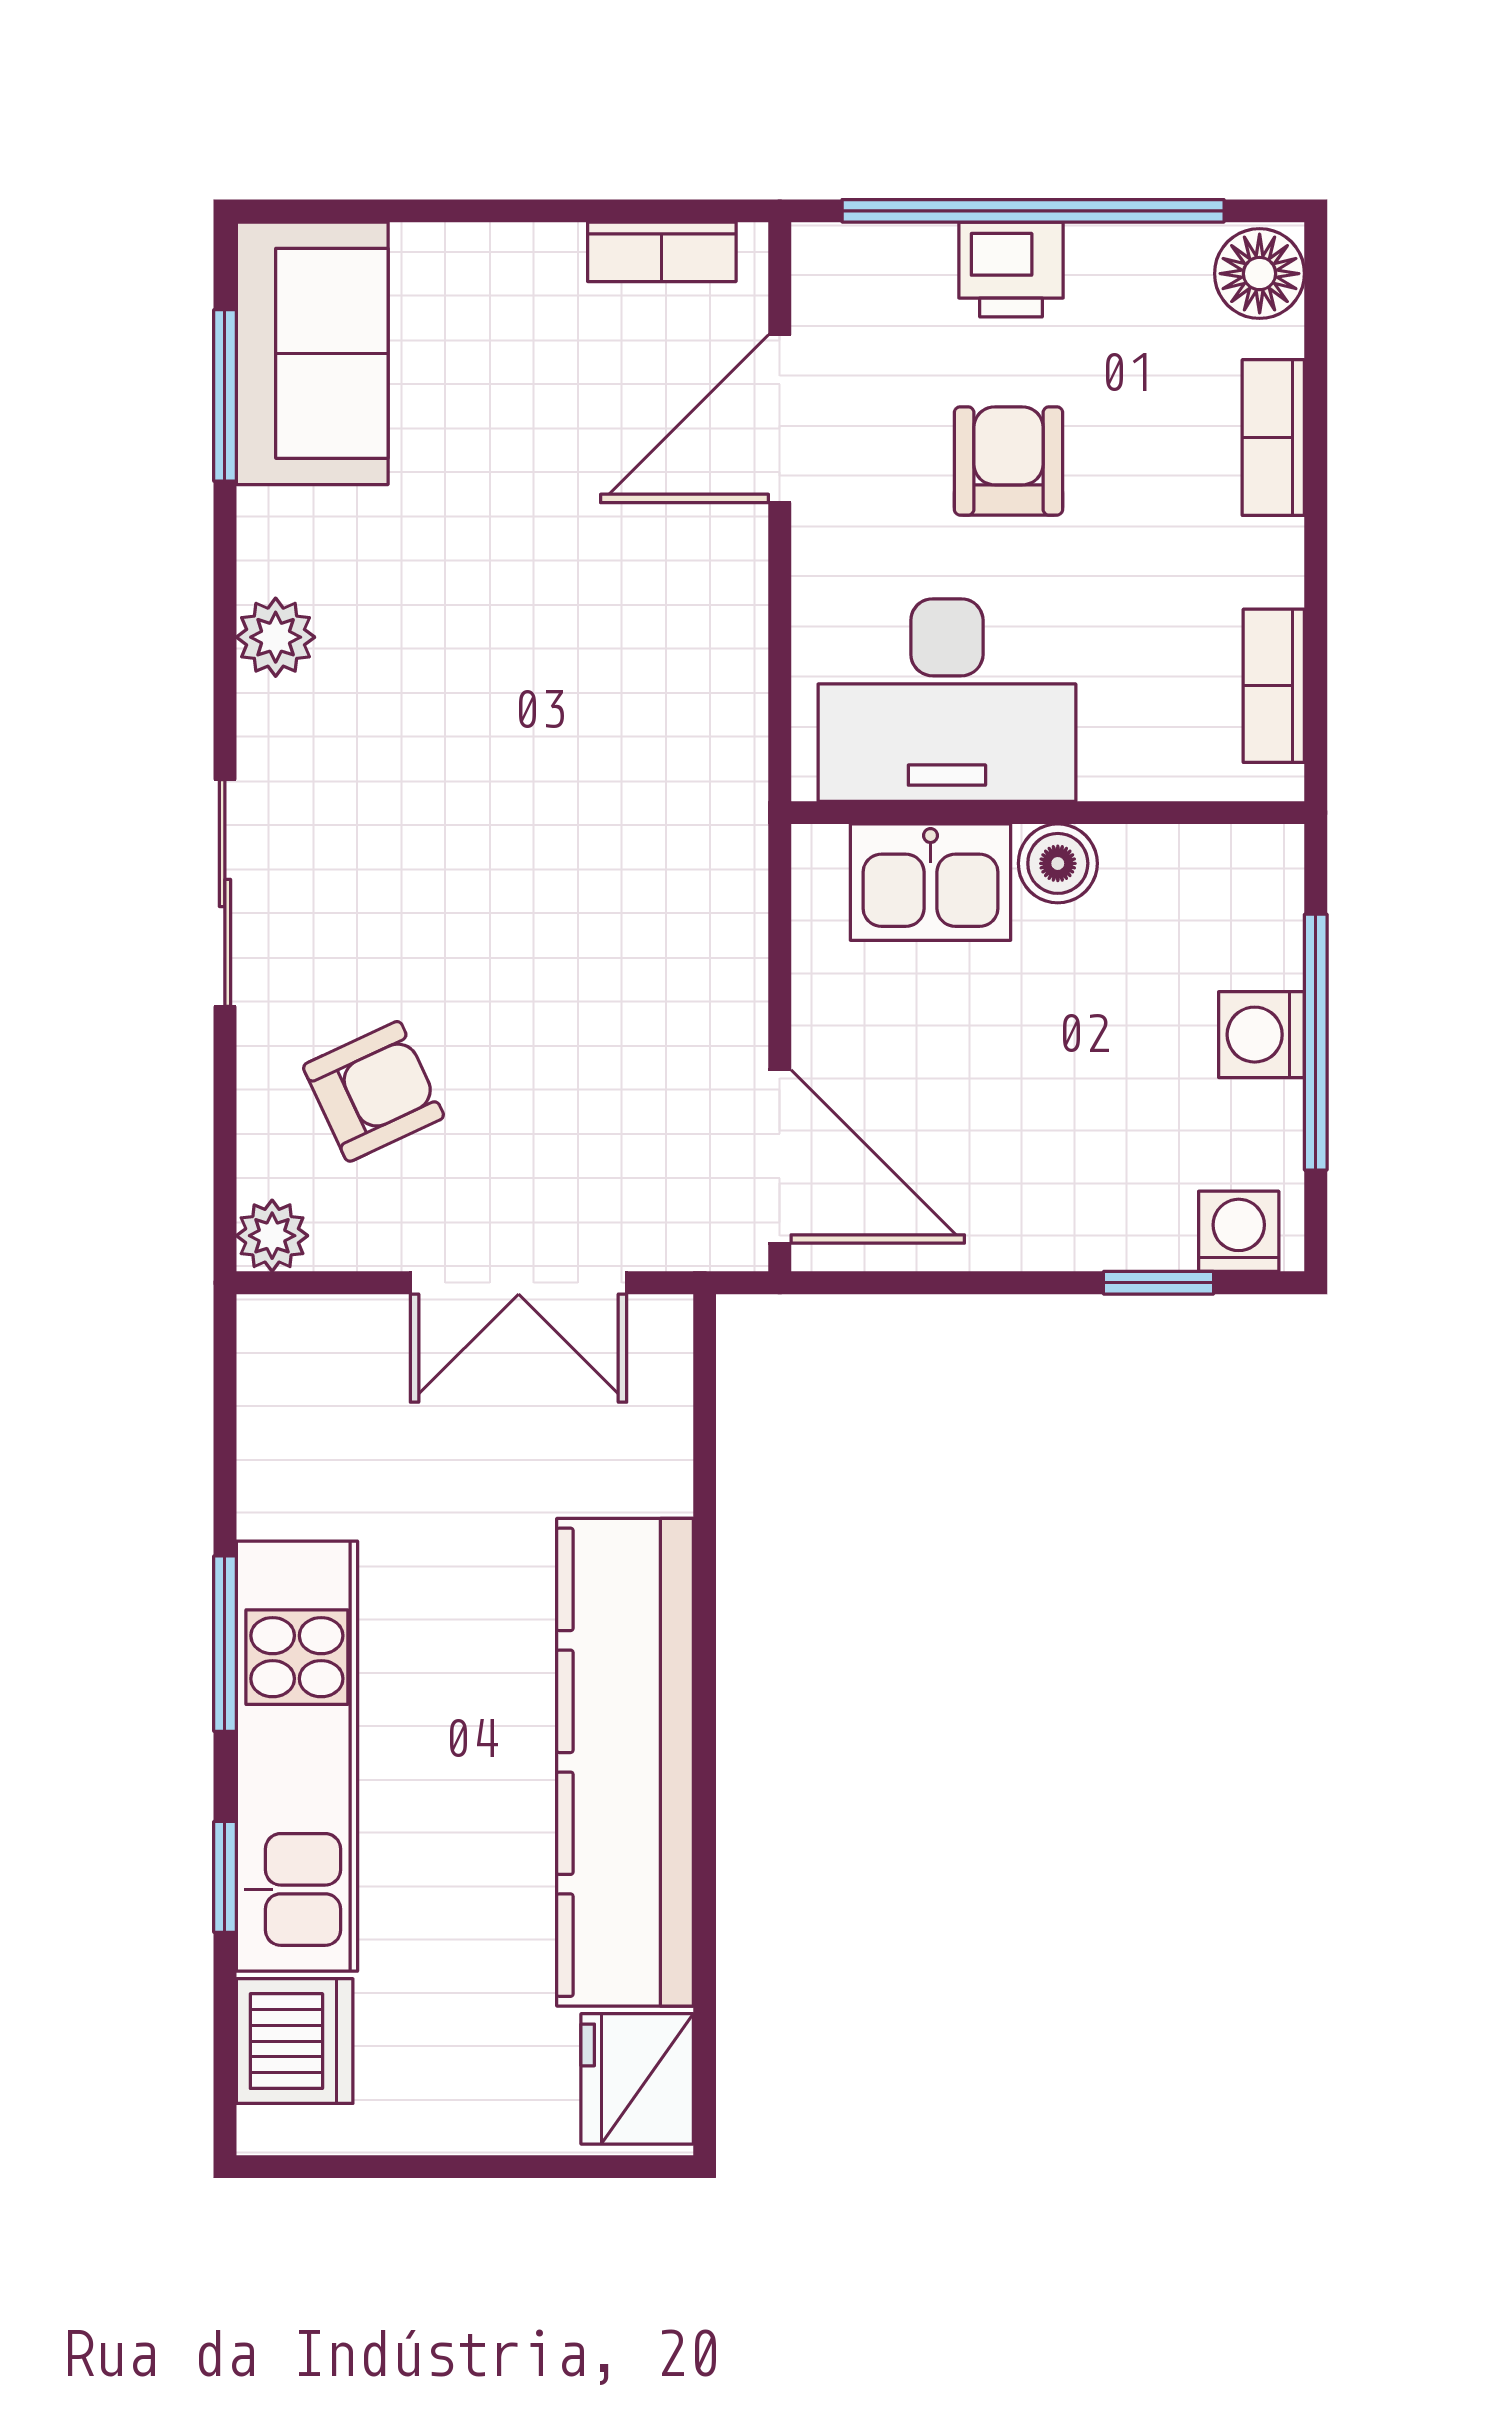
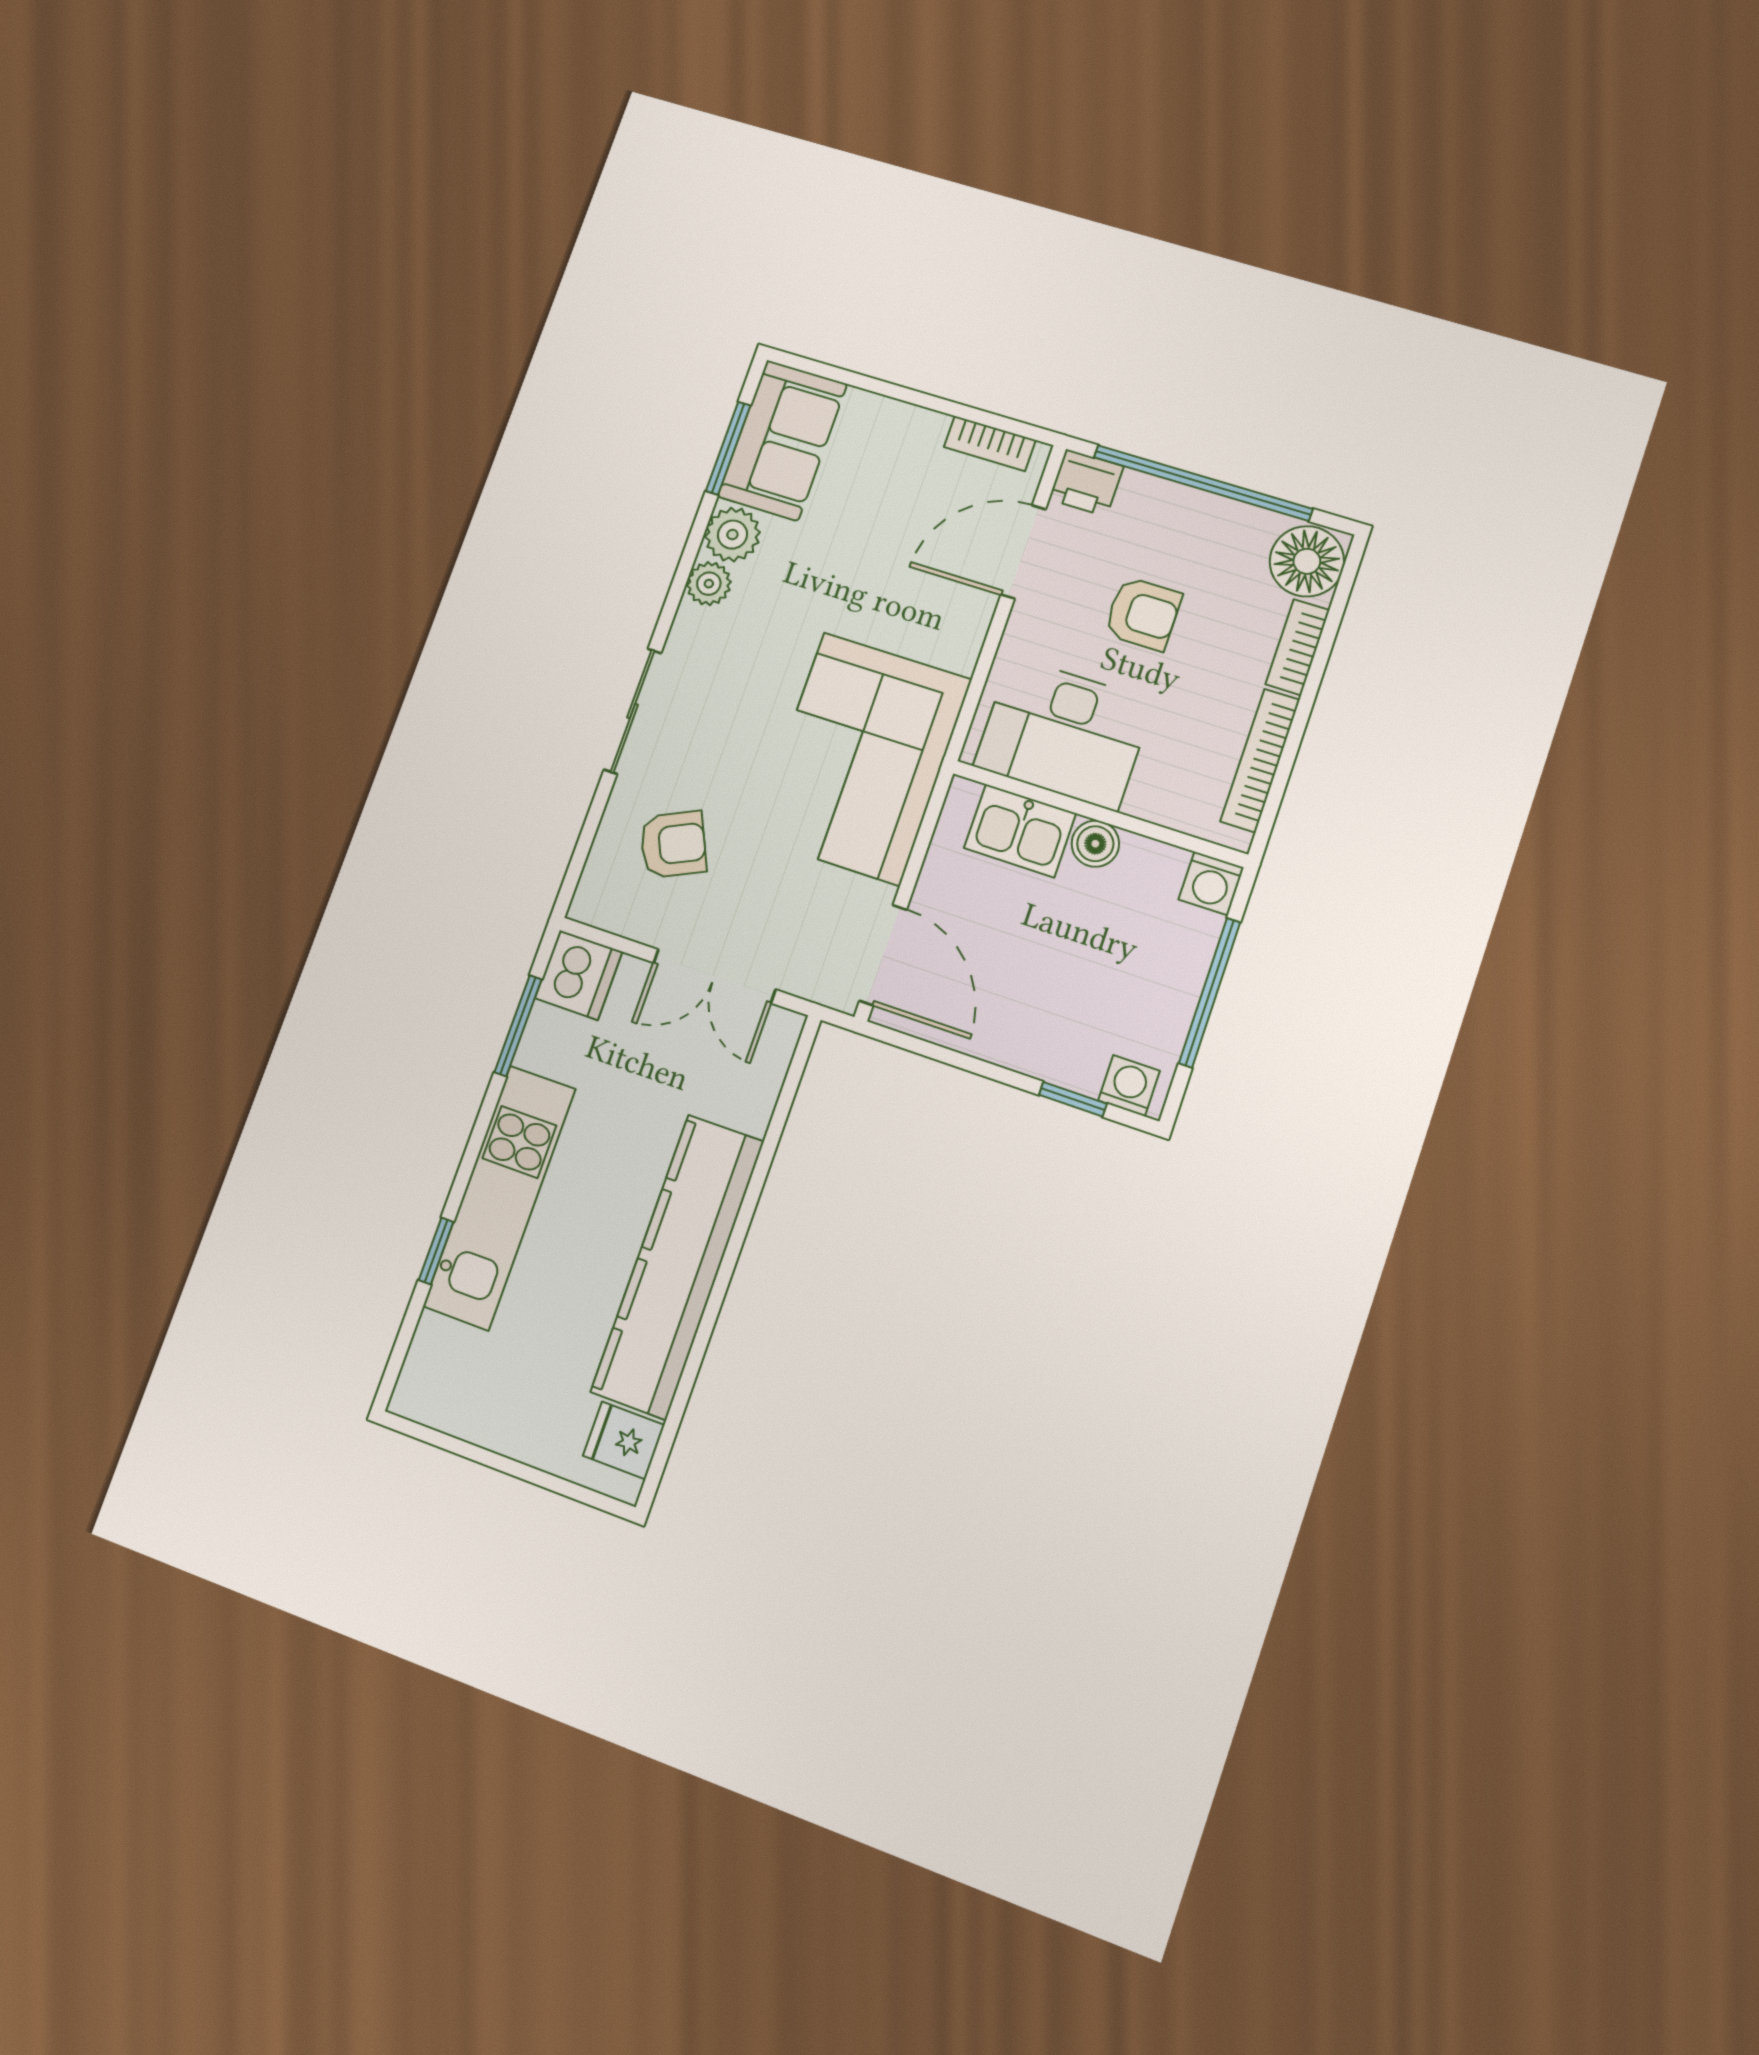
printer: (1011, 270) -> (1086, 483), moved
floor lamp: (1260, 274) -> (1307, 561), width x1.38, depth x1.38
armchair: (1009, 461) -> (1143, 614), turned 90
bookcase: (1274, 686) -> (1260, 761), width x1.56
corner sofa: (633, 848) -> (862, 758), added
washing machine: (1262, 1035) -> (1211, 883), moved, turned -90
plant: (272, 1236) -> (732, 535), moved, width x1.38, depth x1.38
window: (225, 1644) -> (518, 1026), moved
dishwasher: (295, 2041) -> (579, 975), moved
fridge: (637, 2079) -> (624, 1440), width x0.72

